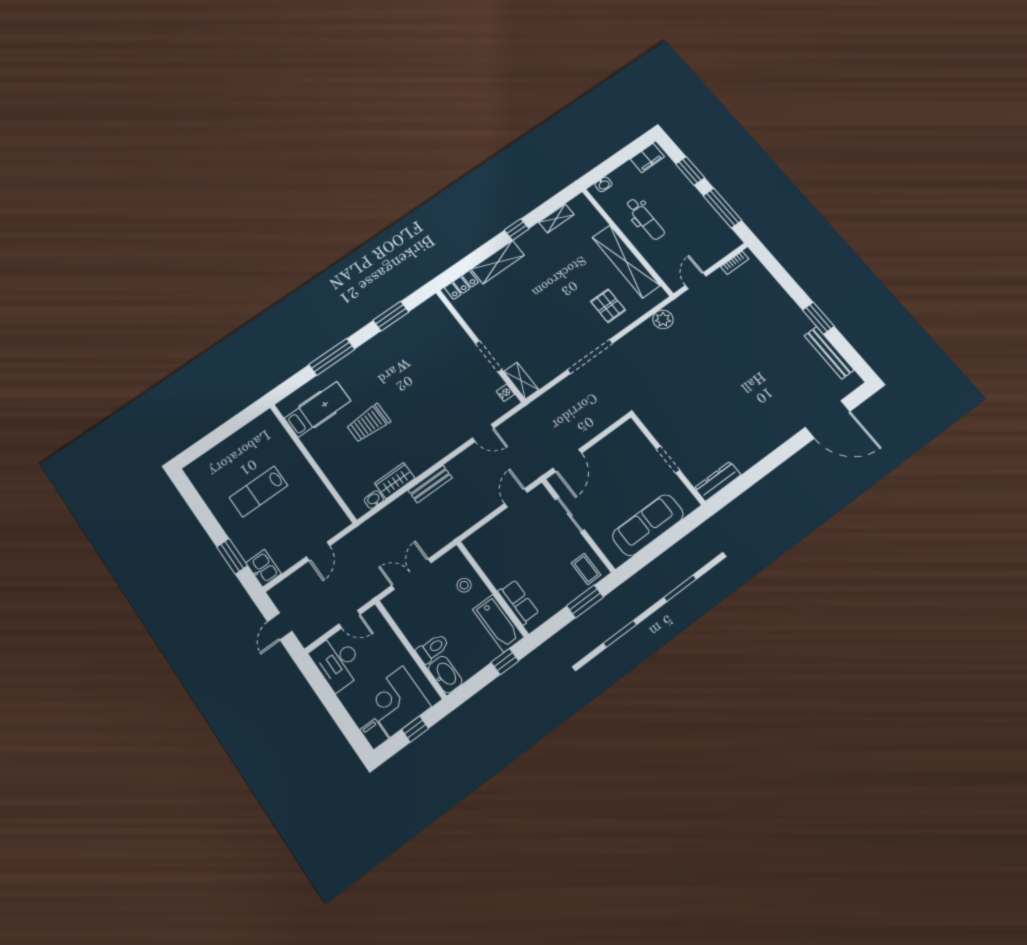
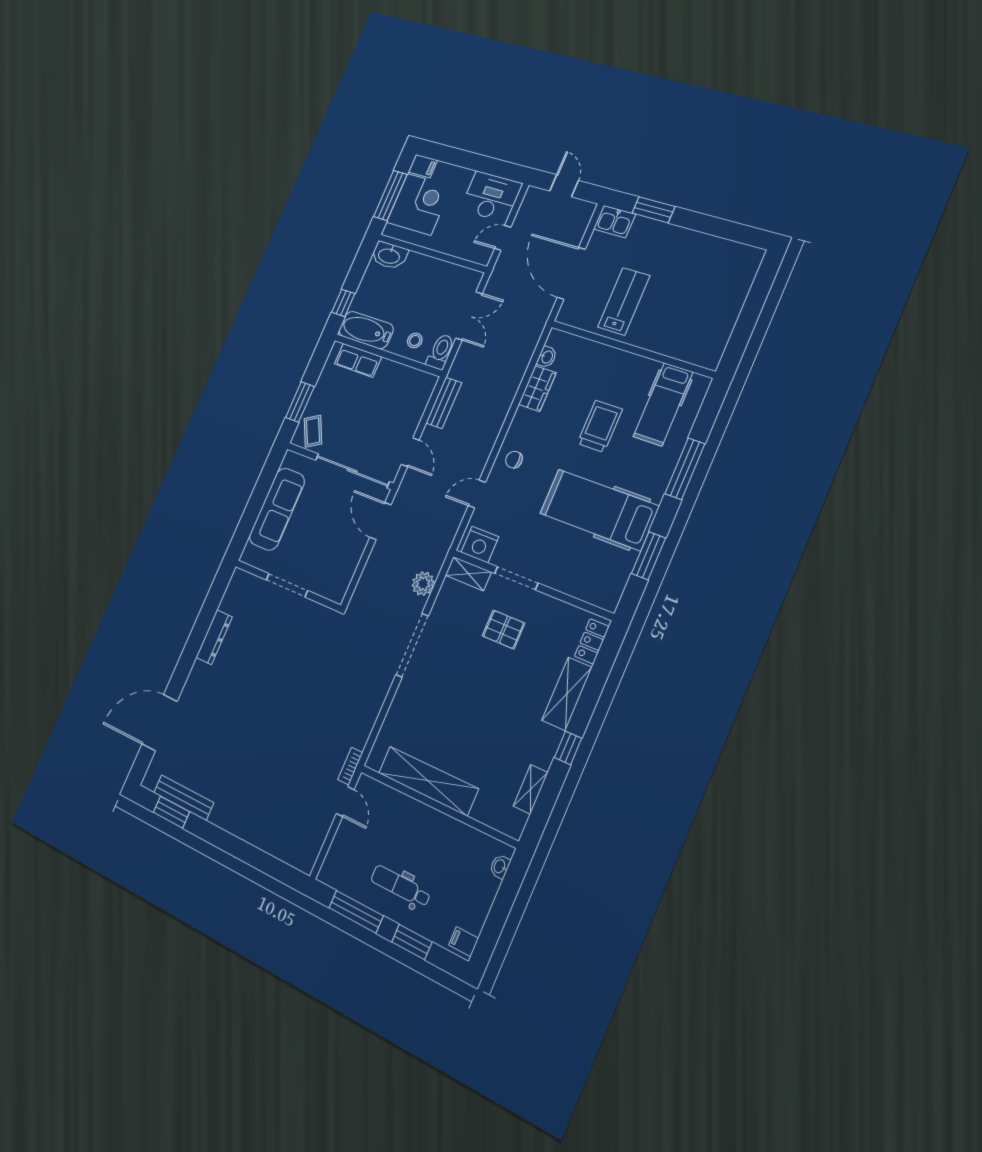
filing cabinet: (647, 158) -> (463, 942), width x0.50
dental chair: (645, 219) -> (401, 886), moved
bookcase: (735, 263) -> (350, 766), moved
pallet: (608, 306) -> (504, 630), moved
window: (818, 318) -> (171, 812), moved
plant: (663, 319) -> (423, 584), moved
hospital bed: (404, 366) -> (599, 510), added
nightstand: (505, 393) -> (480, 544), width x1.89, depth x1.79
chair: (442, 440) -> (514, 460), added
doorway: (668, 460) -> (287, 585), width x1.38
dresser: (718, 481) -> (214, 637), moved
bench: (430, 484) -> (444, 403), moved
lab bench: (258, 491) -> (624, 301), moved
sliding door: (570, 514) -> (352, 471), width x1.86
door: (318, 551) -> (571, 273), width x1.88
coffee table: (586, 569) -> (313, 431), turned 61
toilet: (433, 648) -> (440, 352), moved, turned 180
window: (415, 729) -> (390, 196), width x2.17

